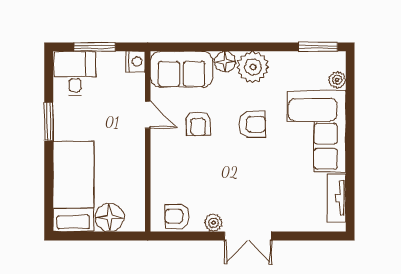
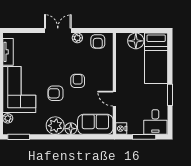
armchair: (198, 124) -> (78, 81), moved
armchair: (177, 216) -> (98, 41), turned 90

